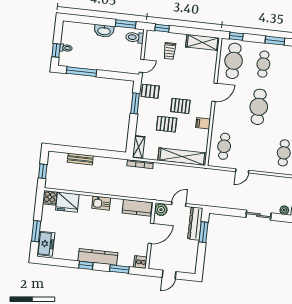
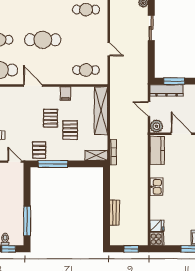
window: (135, 103) -> (53, 164), width x1.44
fridge: (67, 202) -> (157, 226), width x0.53, depth x0.75

